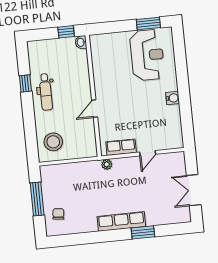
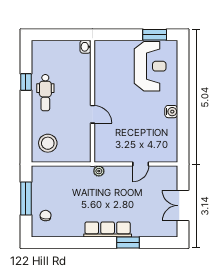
window: (66, 32) -> (72, 35), removed
door: (95, 109) -> (92, 114), swing flipped
row of seats: (121, 147) -> (115, 155), removed

